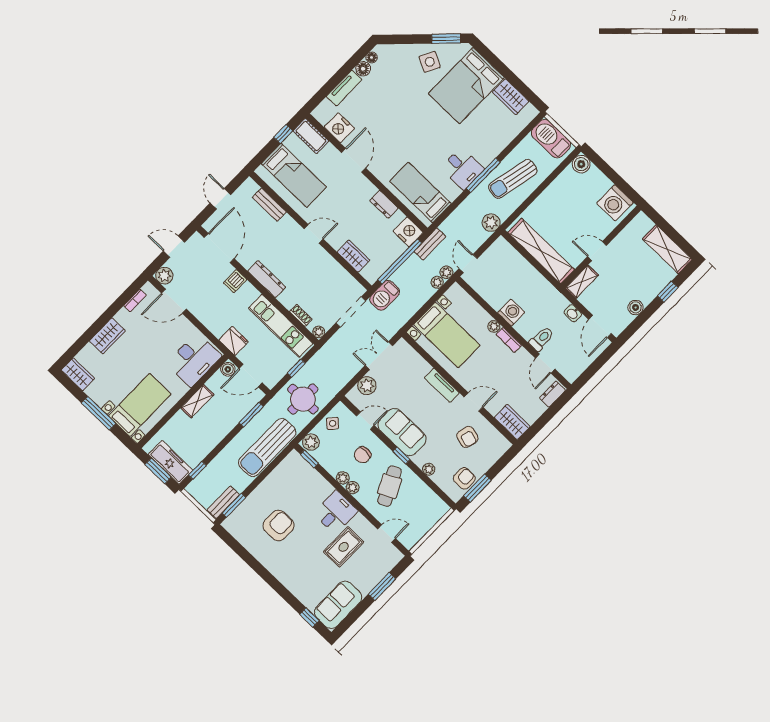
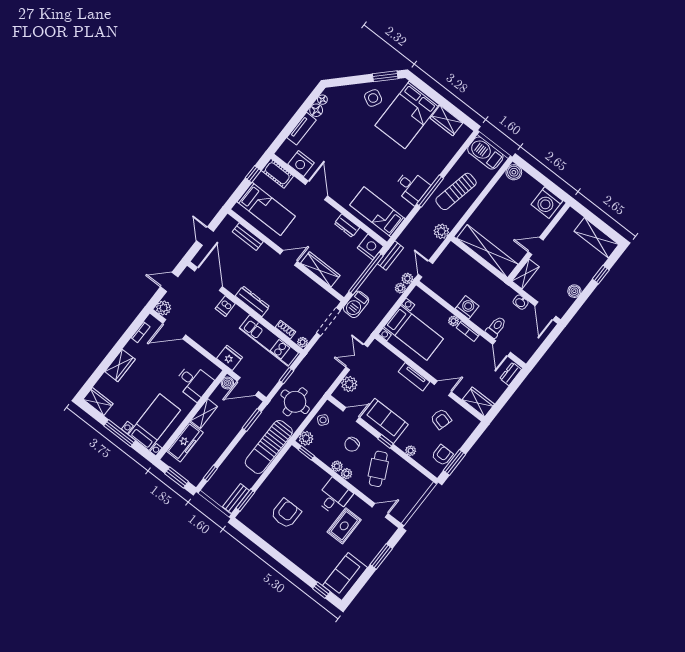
wardrobe: (353, 256) -> (320, 269), width x1.50
desk: (194, 360) -> (194, 382), width x0.73
freezer: (171, 462) -> (185, 442), moved, turned 90

